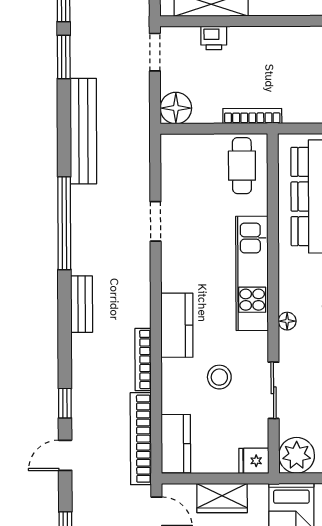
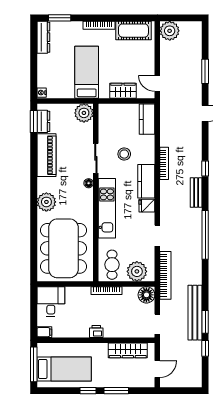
printer: (214, 38) -> (96, 332), moved
bench: (83, 131) -> (195, 313), moved
plant: (194, 153) -> (137, 271), added
sliding door: (274, 390) -> (96, 158), moved
window: (65, 403) -> (205, 168), moved
bookcase: (141, 439) -> (165, 275), moved
fridge: (254, 461) -> (147, 206), moved, turned 180

